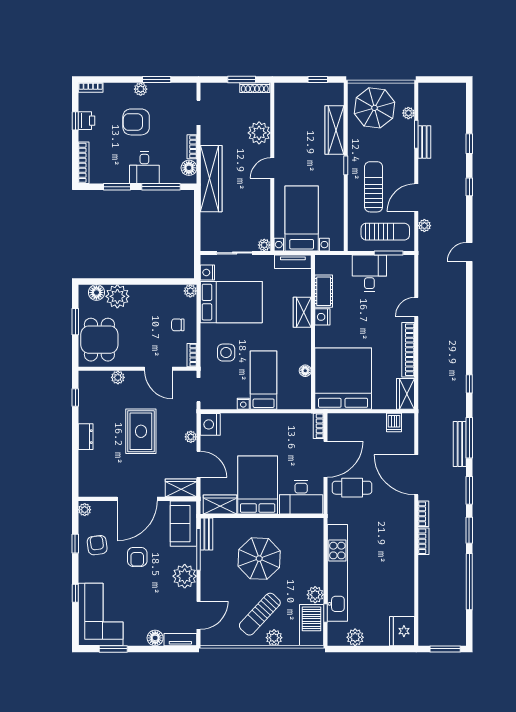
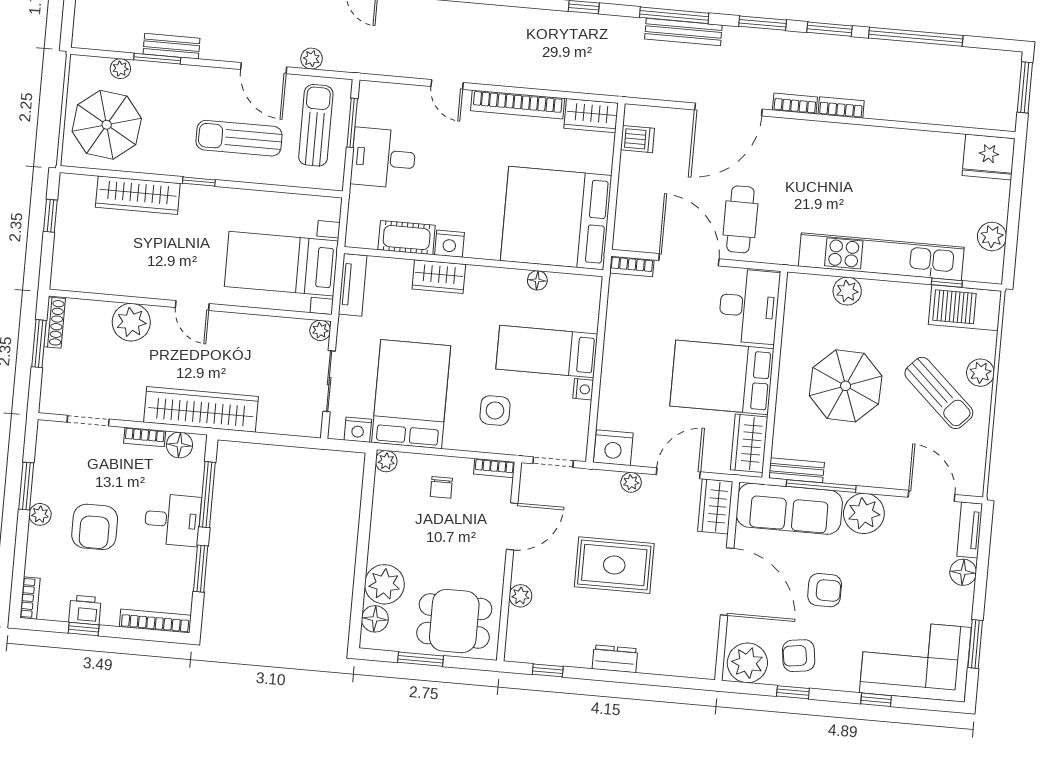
plant: (85, 510) -> (747, 663), width x1.88, depth x1.88
sofa: (183, 524) -> (789, 509), width x1.36
plant: (315, 595) -> (847, 291), moved

